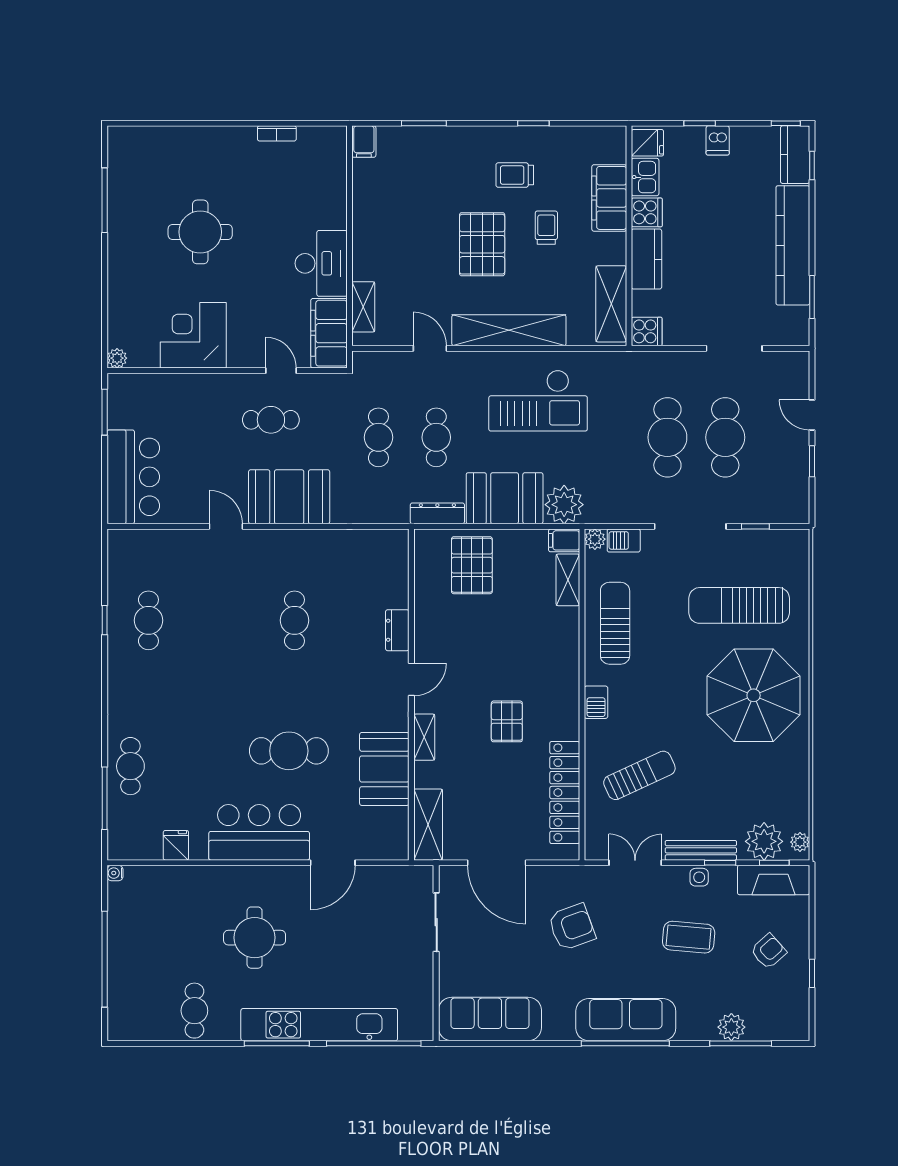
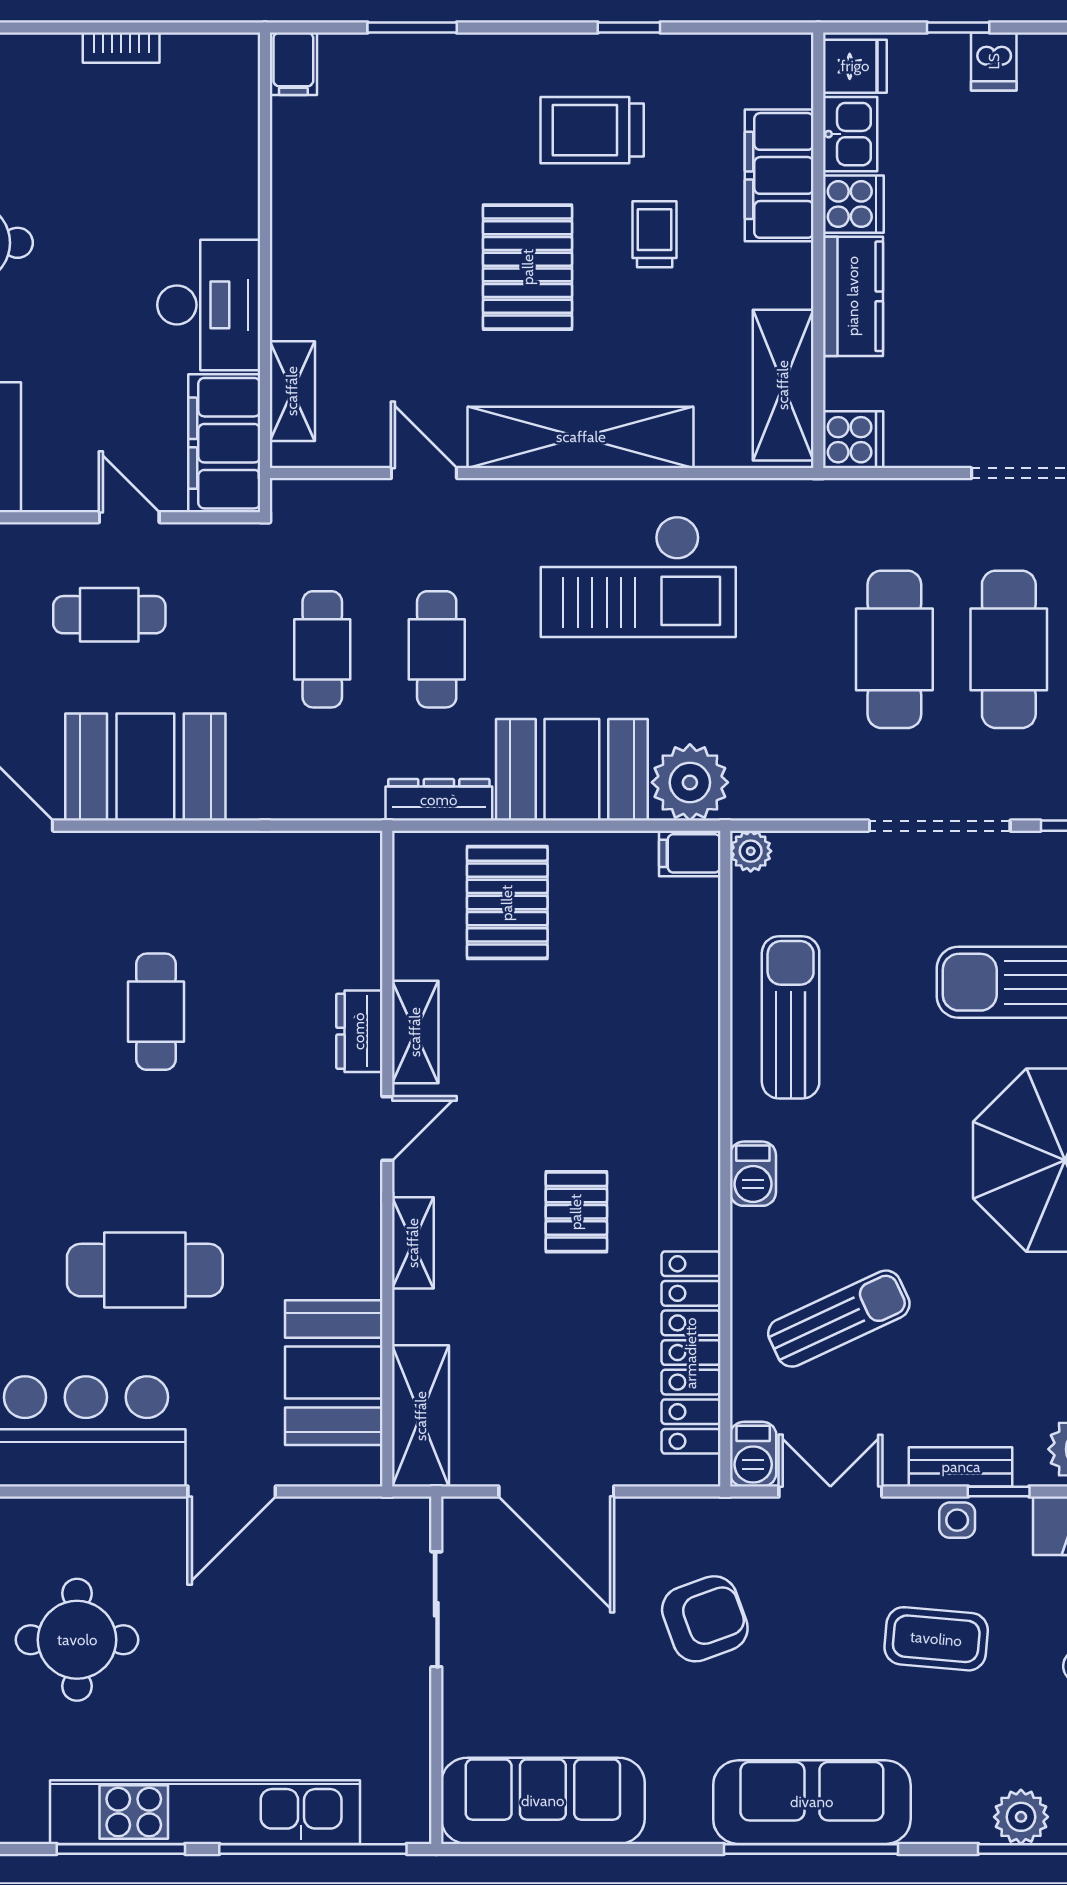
trolley: (515, 175) -> (592, 130), width x1.36, depth x1.39
barbecue: (624, 540) -> (753, 1454), moved, turned -90
shelving: (568, 580) -> (415, 1032), moved
booth: (384, 769) -> (334, 1373), moved
bench: (701, 850) -> (961, 1467), width x0.73

